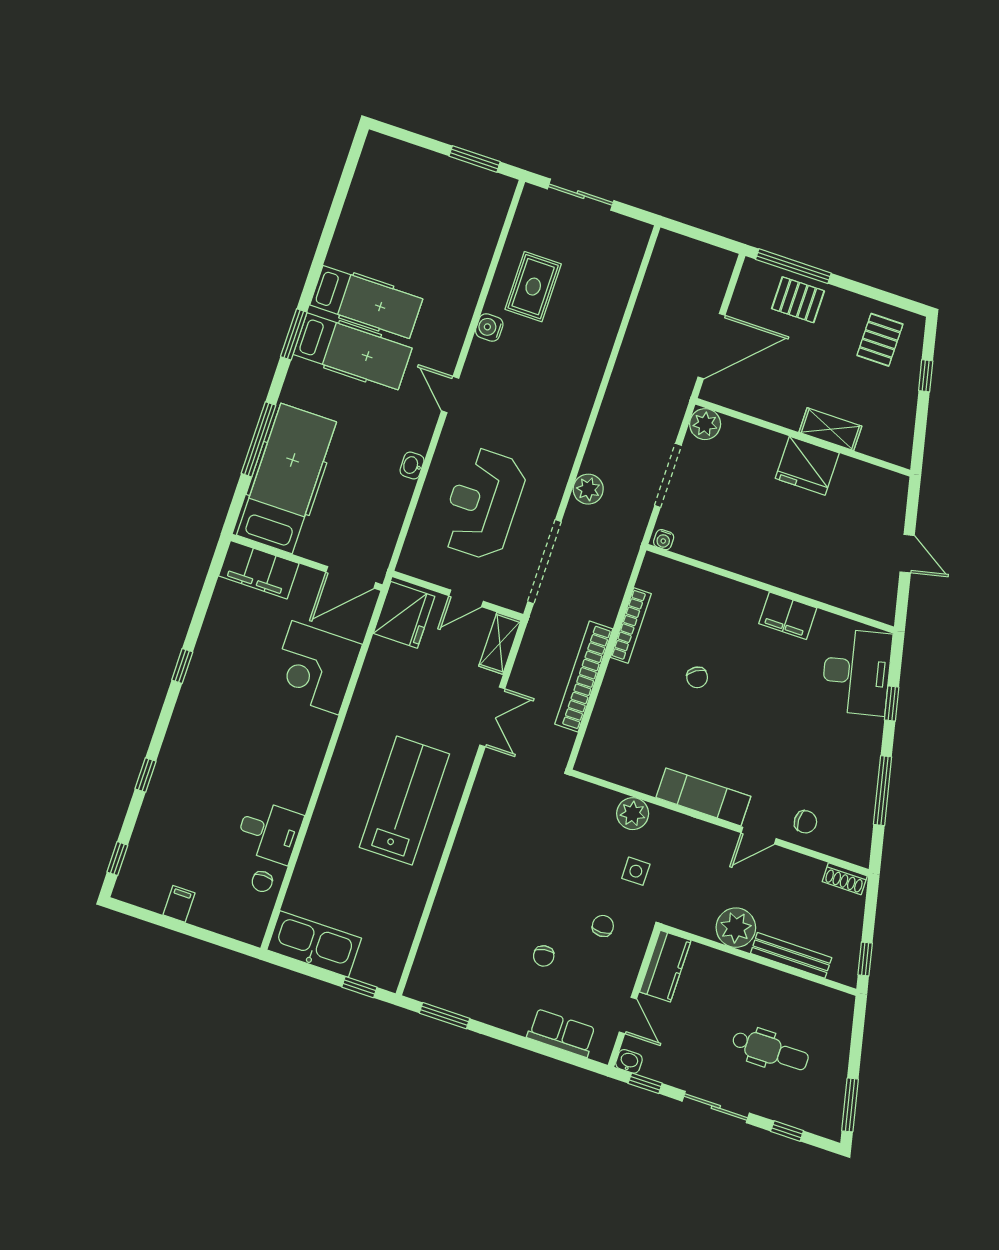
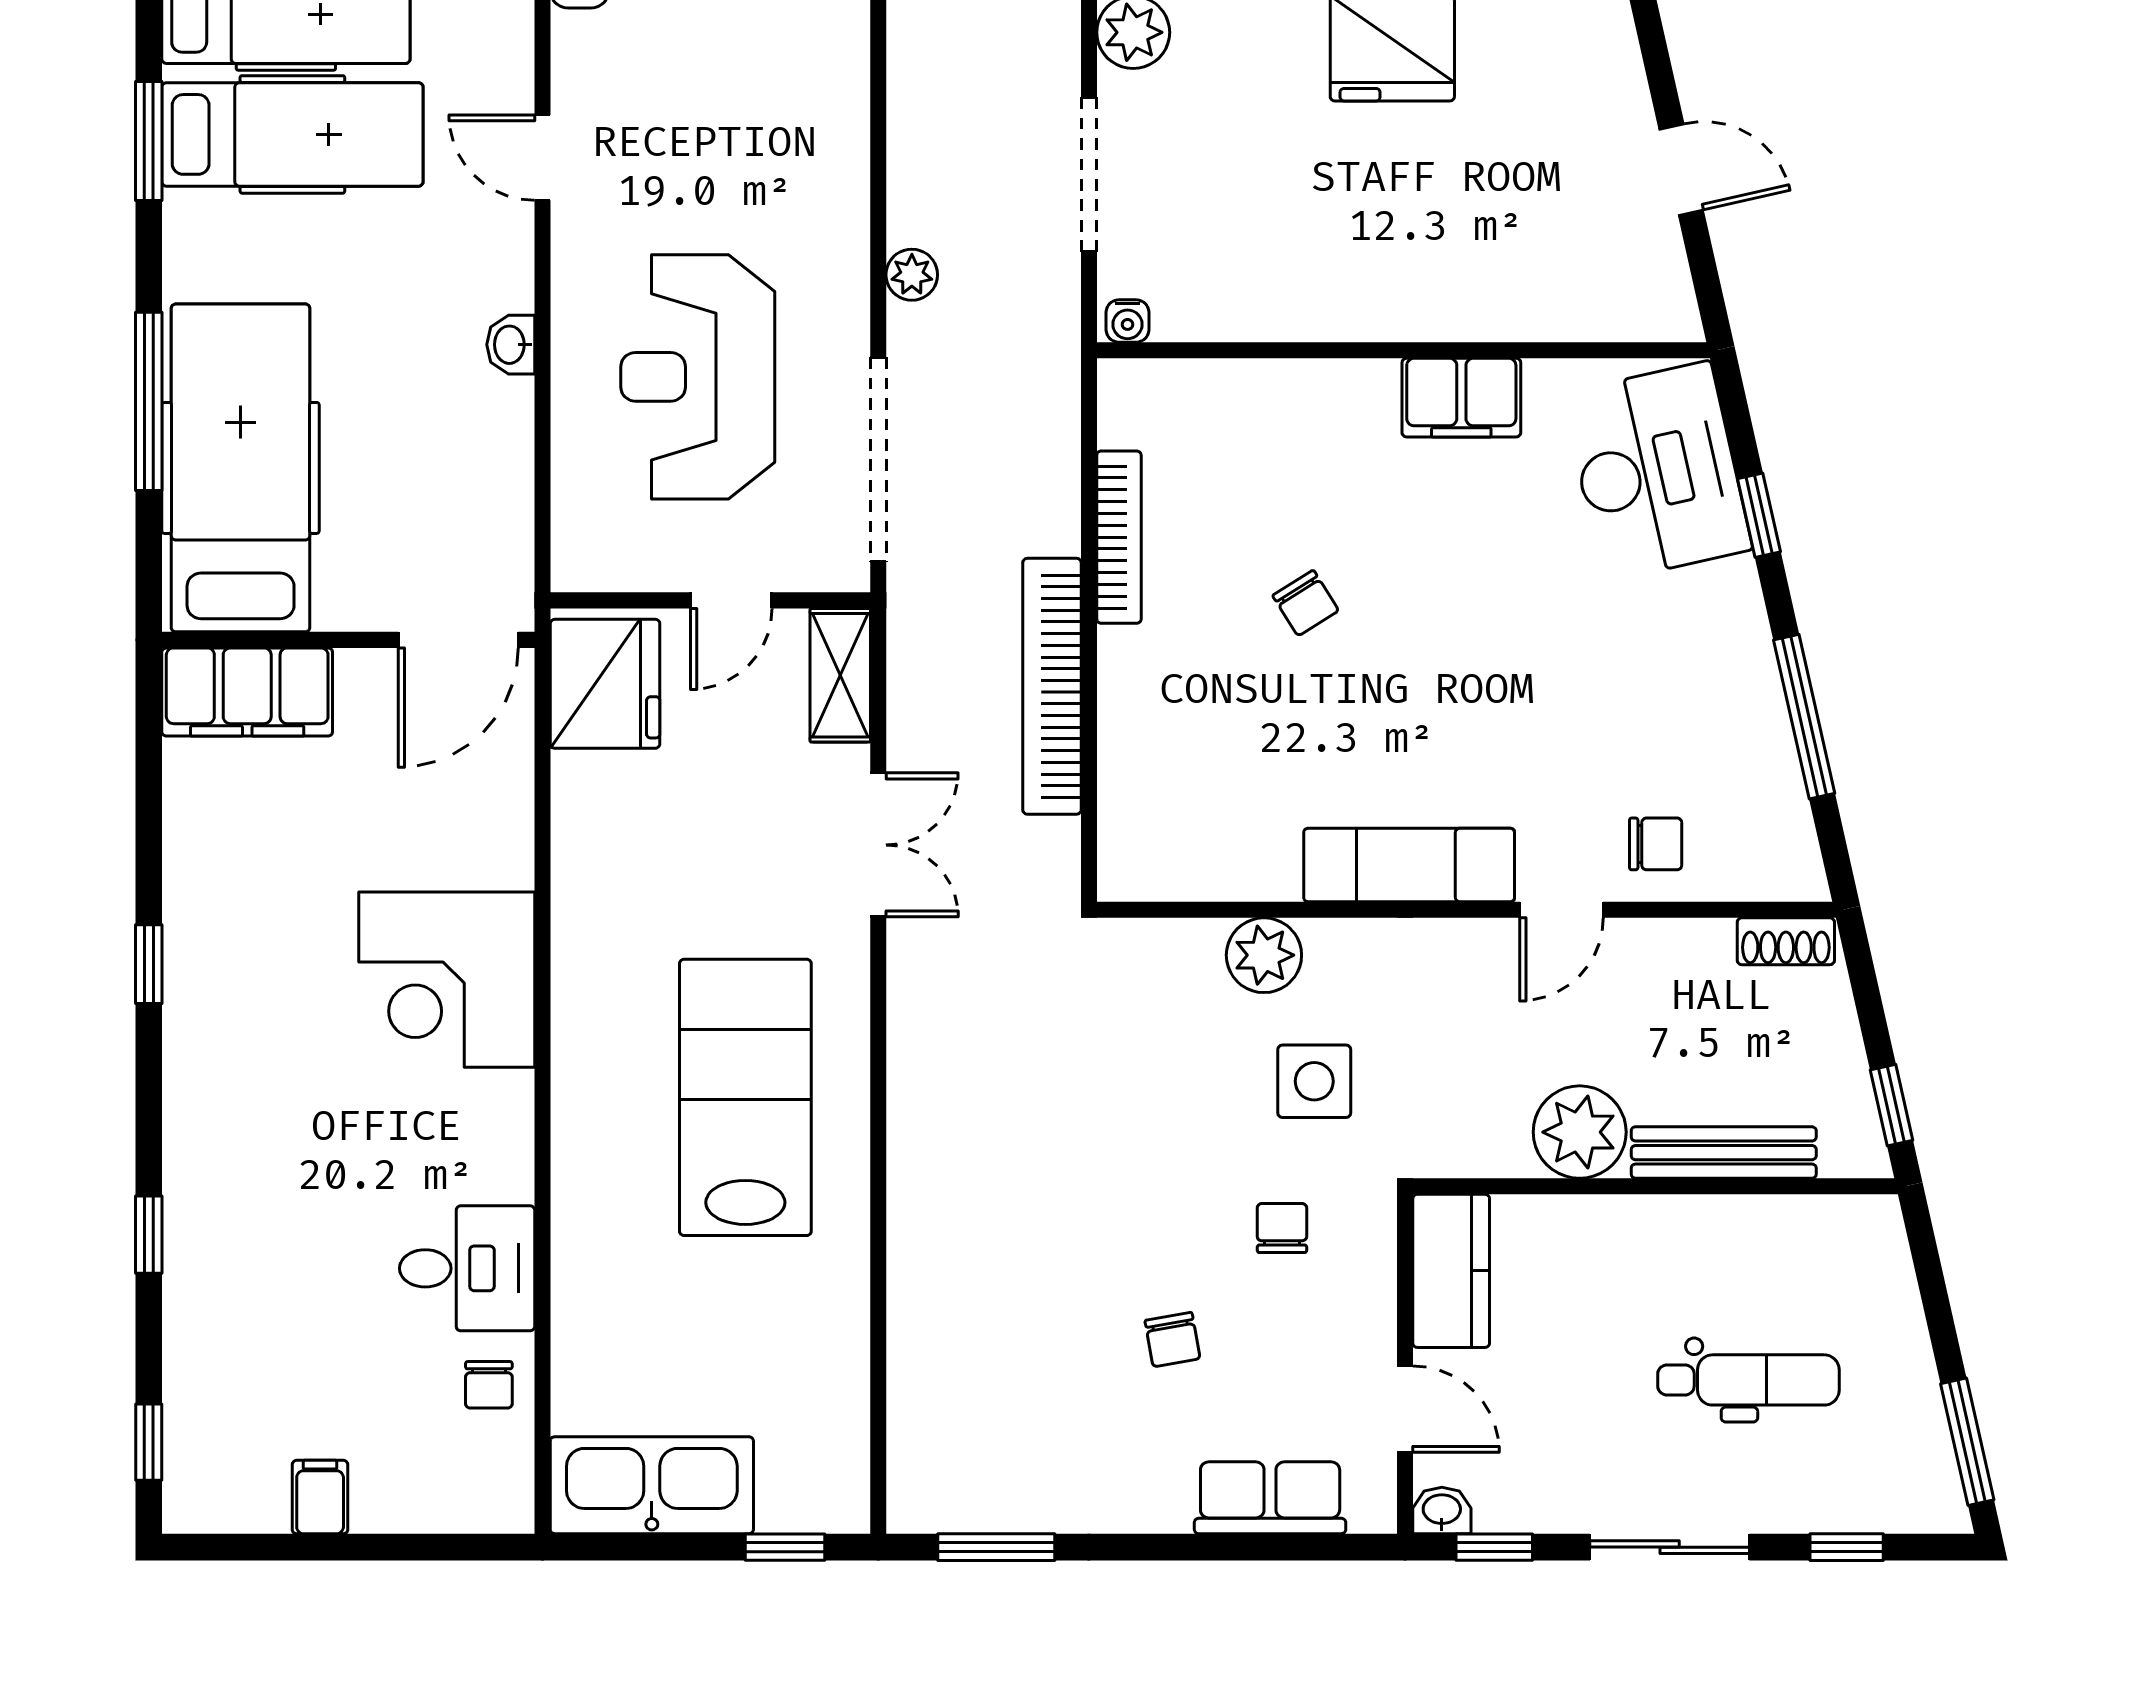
plant: (588, 489) -> (912, 275), width x0.73, depth x0.73
corner desk: (315, 668) -> (447, 980), moved
side table: (636, 871) -> (1314, 1081), width x1.37, depth x1.37

